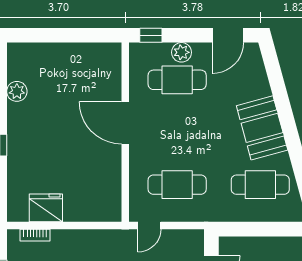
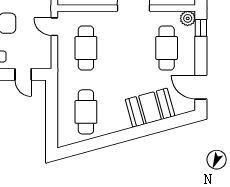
plant: (182, 52) -> (188, 18), moved
booth: (262, 128) -> (150, 108), moved

